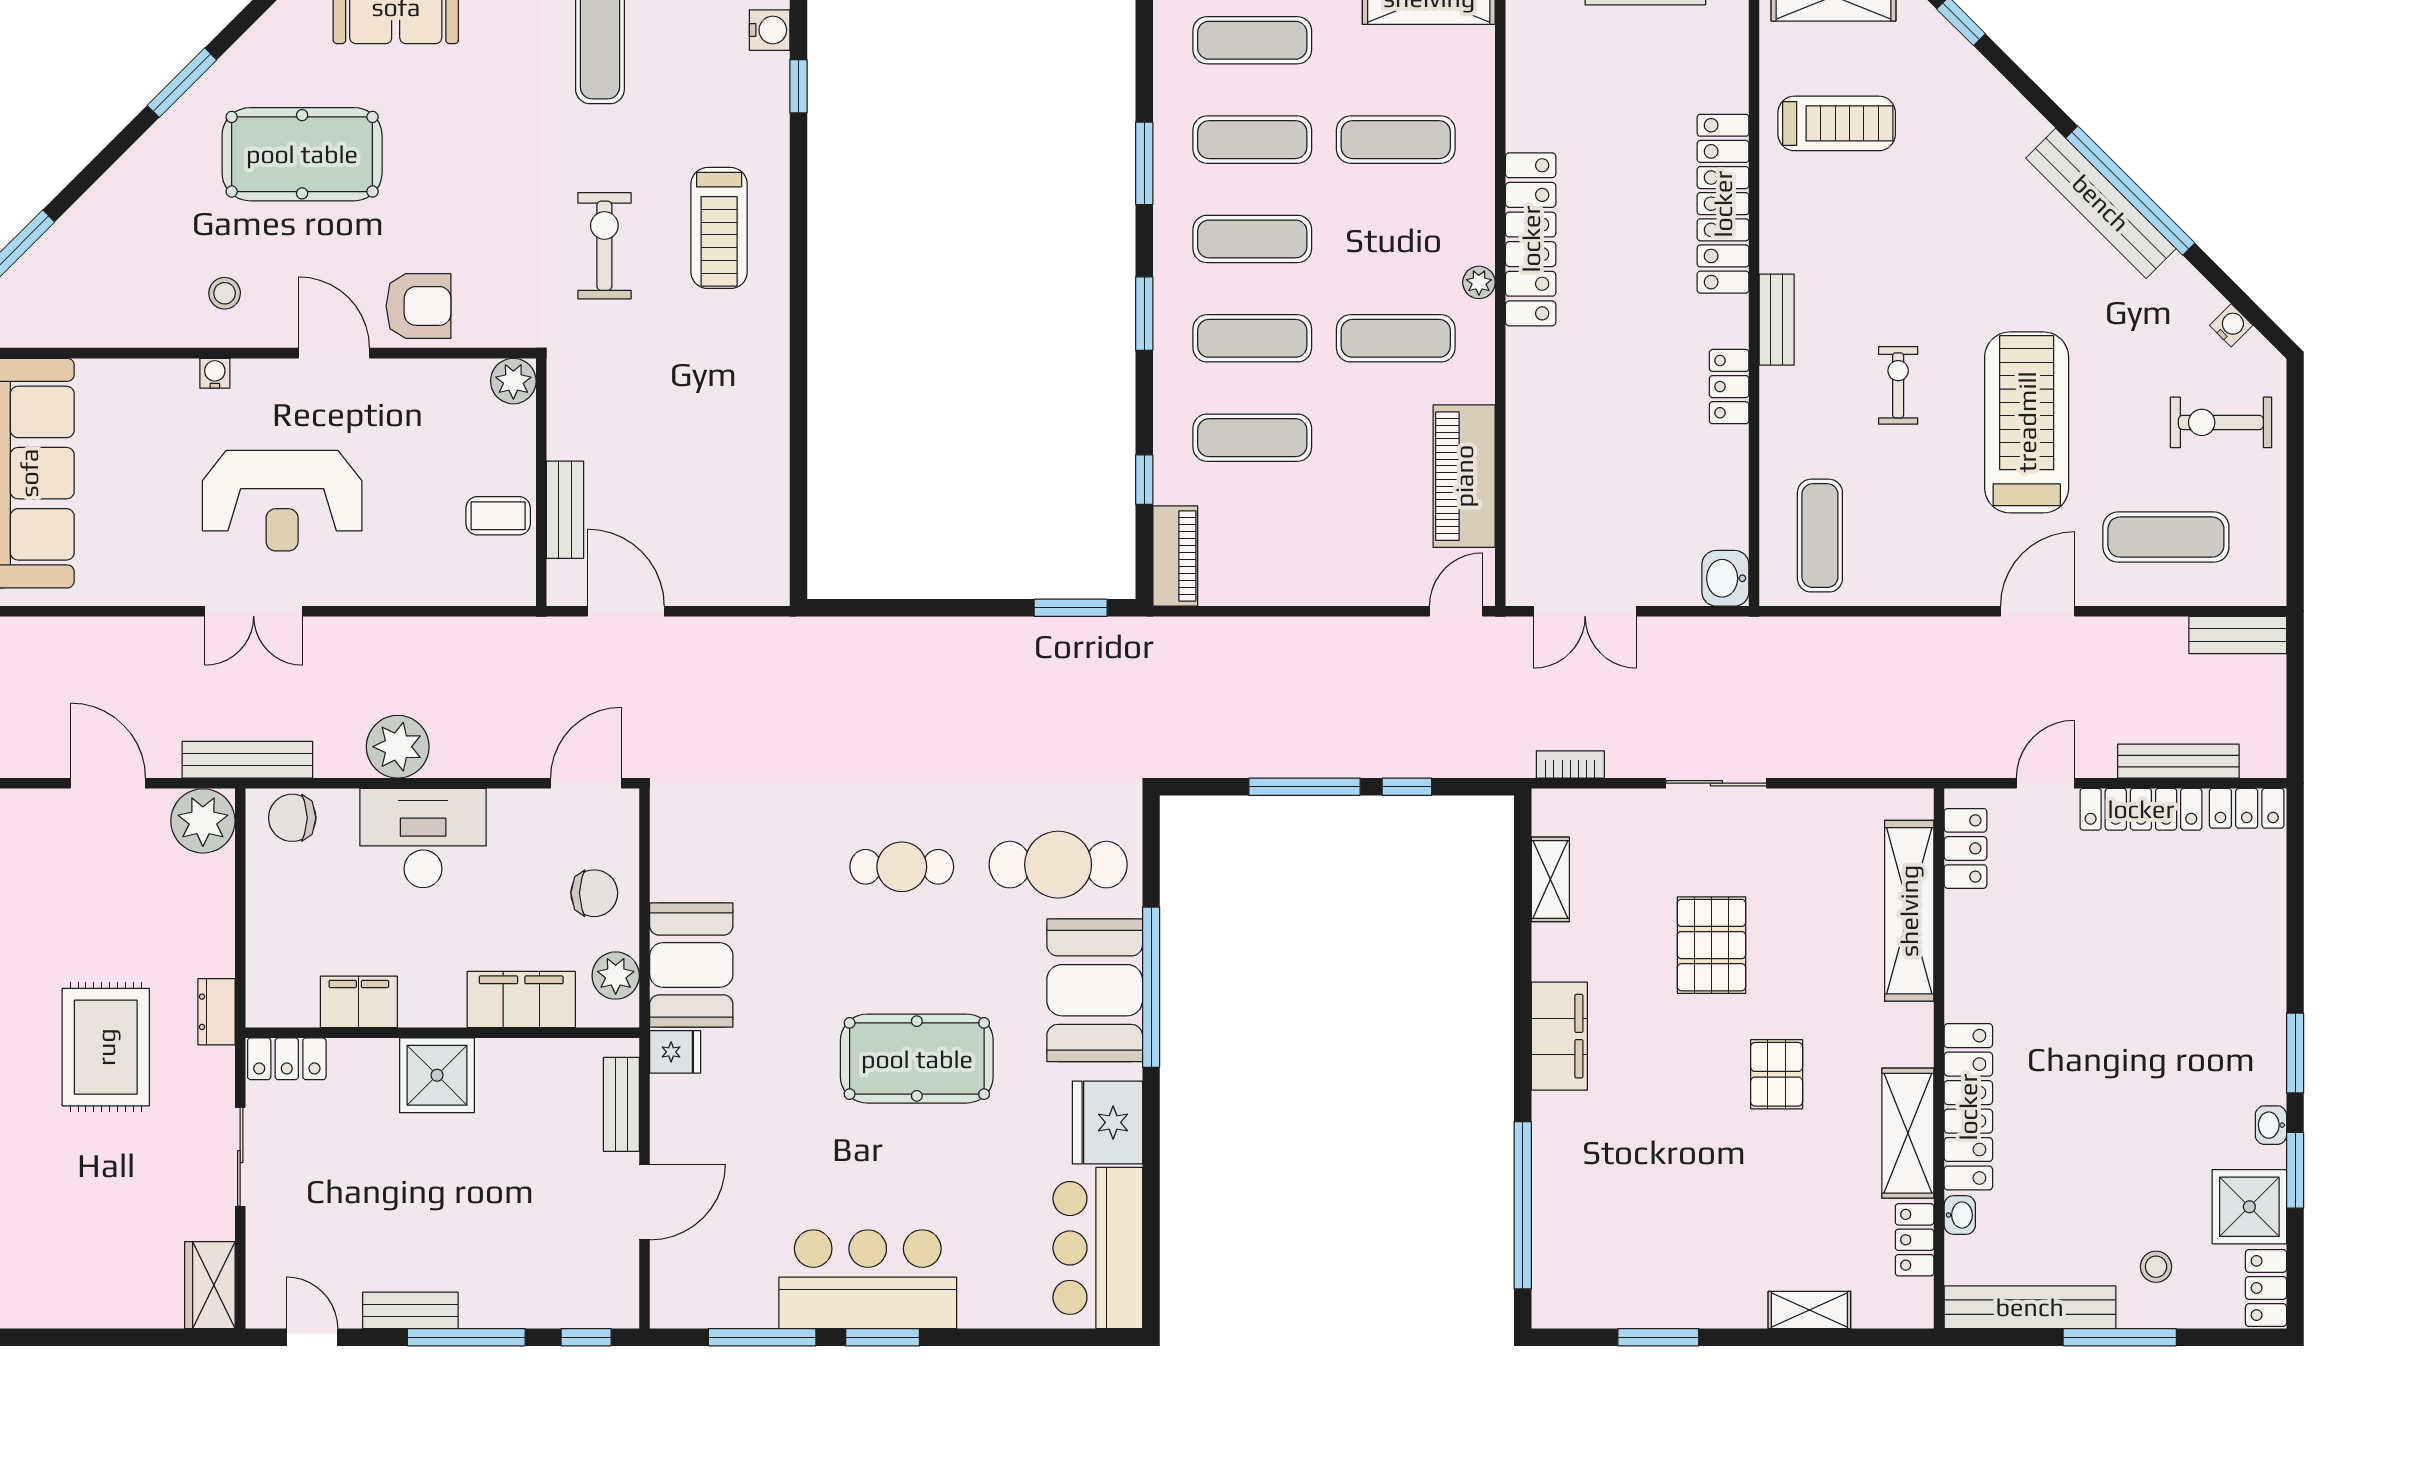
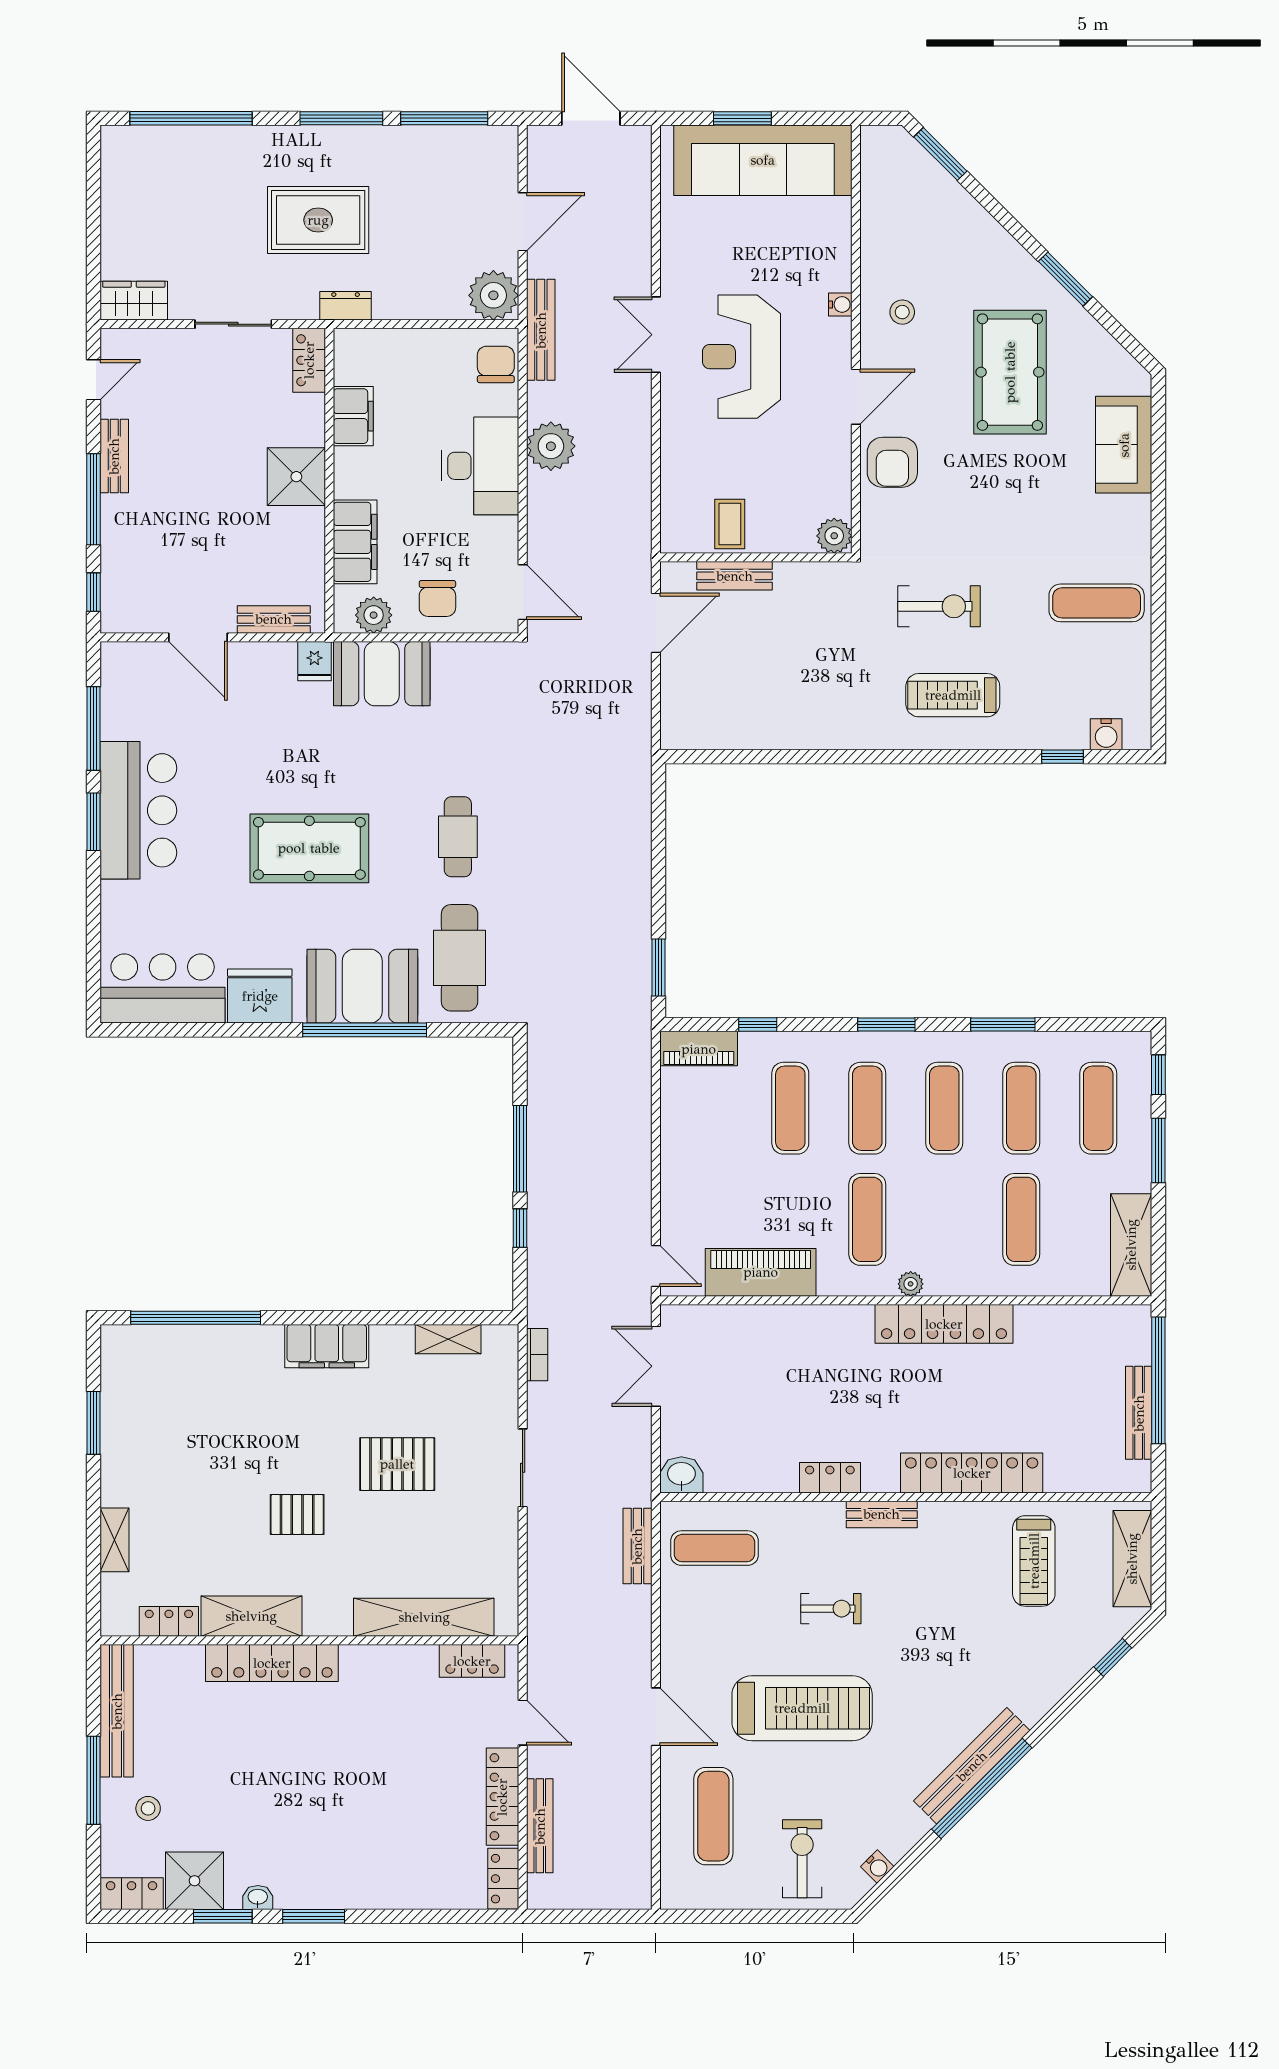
bench: (2238, 635) -> (637, 1546), moved
pool table: (917, 1059) -> (309, 848), turned 90
washbasin: (1960, 1215) -> (188, 1656), removed

